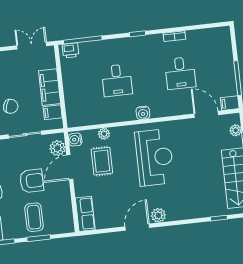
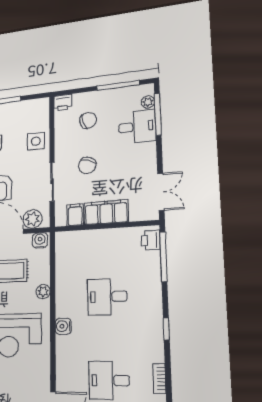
plant: (104, 134) -> (43, 292), moved

